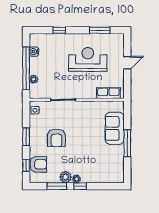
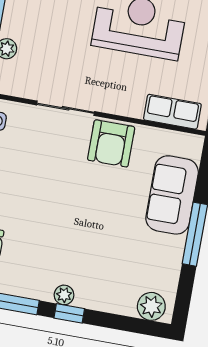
armchair: (56, 138) -> (111, 143), moved
plant: (66, 177) -> (151, 306), moved

